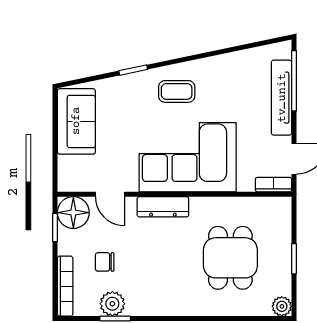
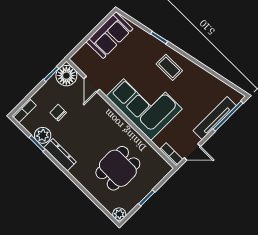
dresser: (163, 207) -> (60, 155), moved, turned 180
bookcase: (65, 286) -> (24, 111), width x0.64

